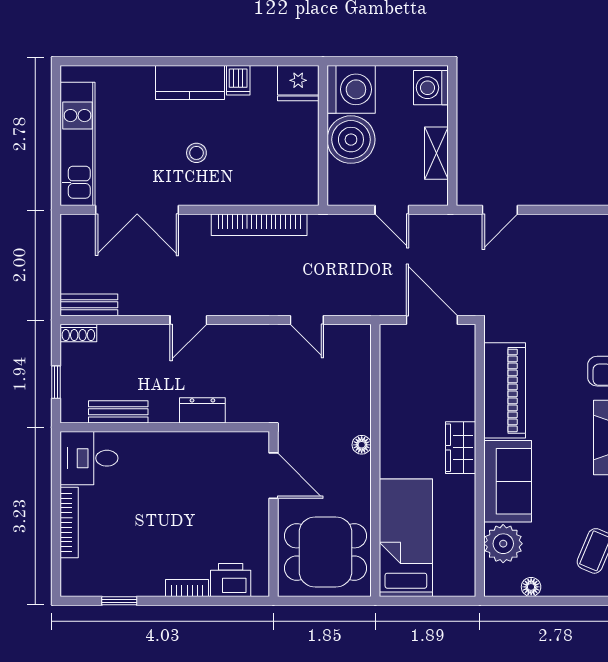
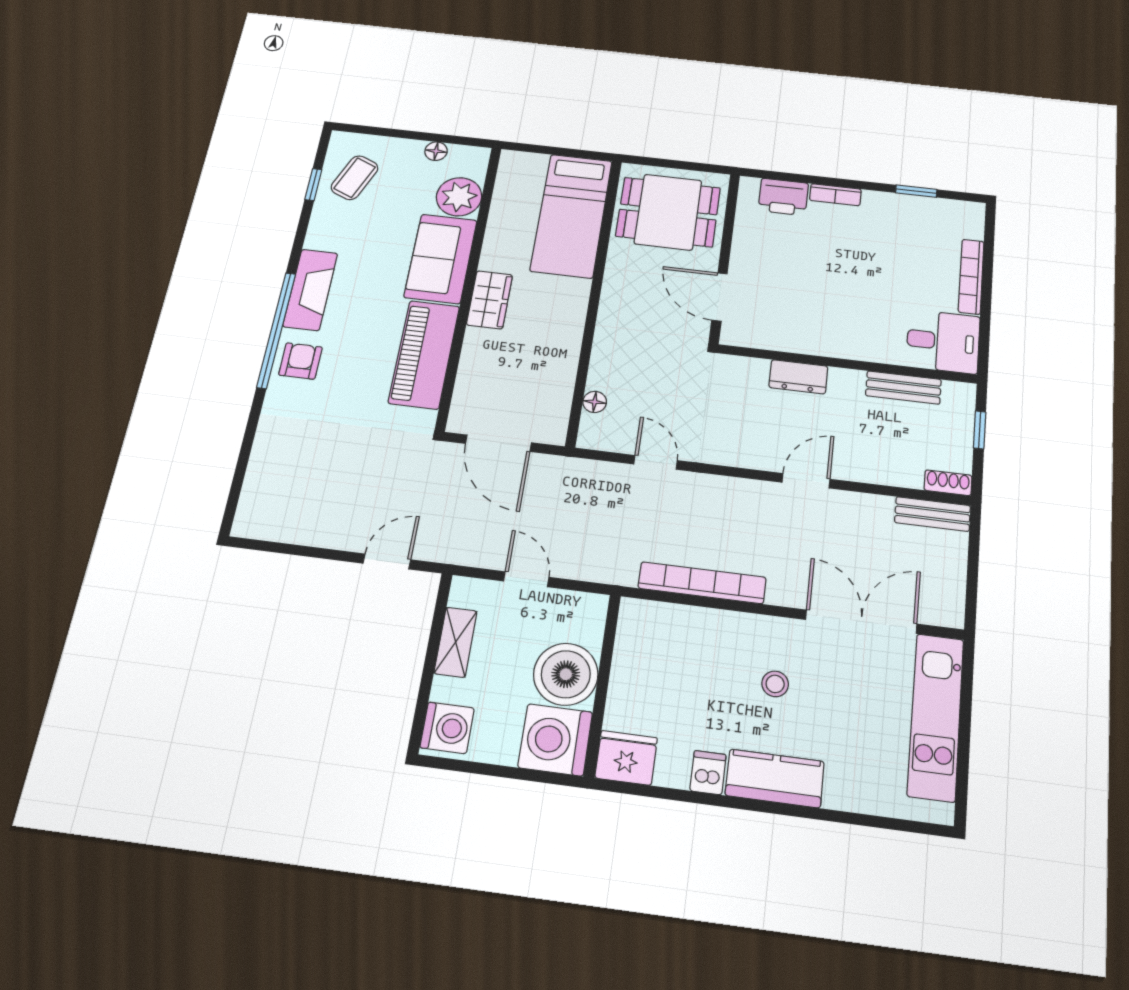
floor lamp: (362, 445) -> (595, 402), moved

